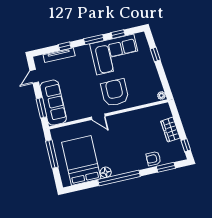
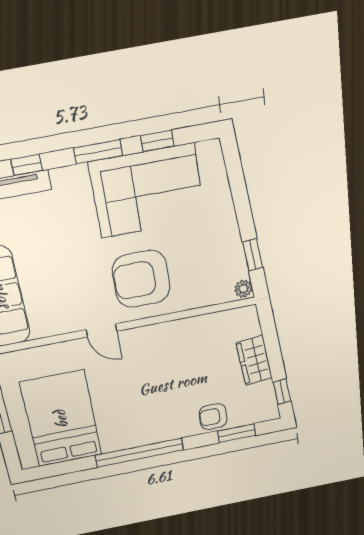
window: (155, 54) -> (253, 255), moved
armchair: (115, 93) -> (141, 279), turned -90
floor lamp: (106, 172) -> (112, 442), removed

